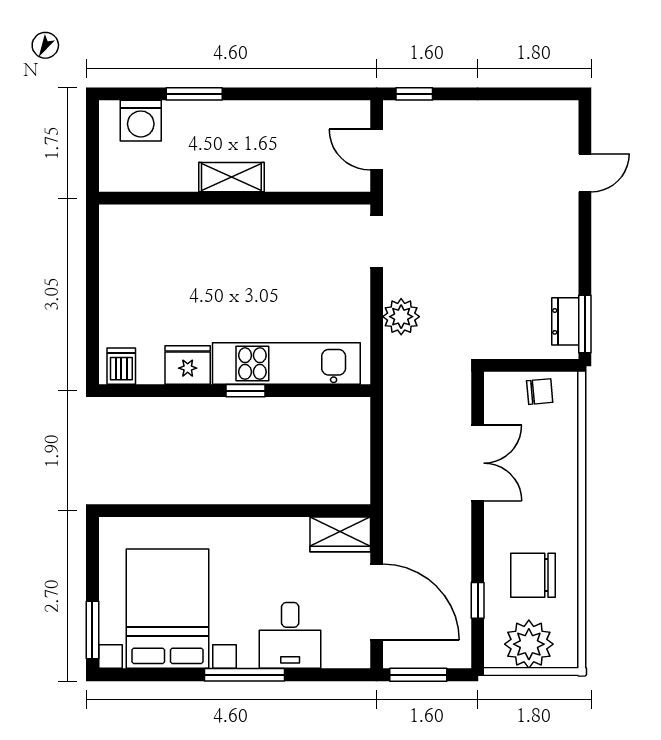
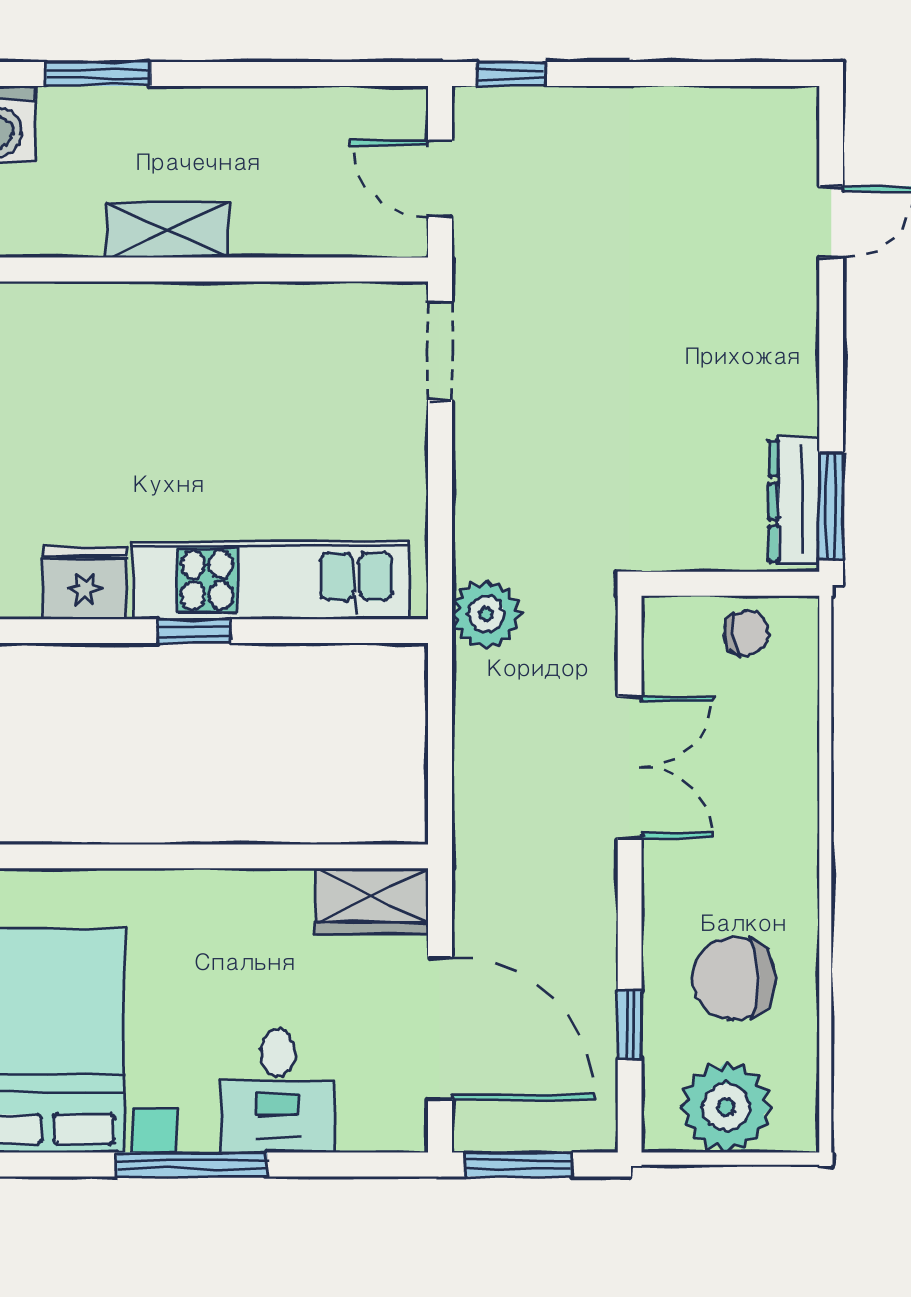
plant: (401, 317) -> (486, 614), moved
dresser: (565, 321) -> (794, 501), width x1.44

